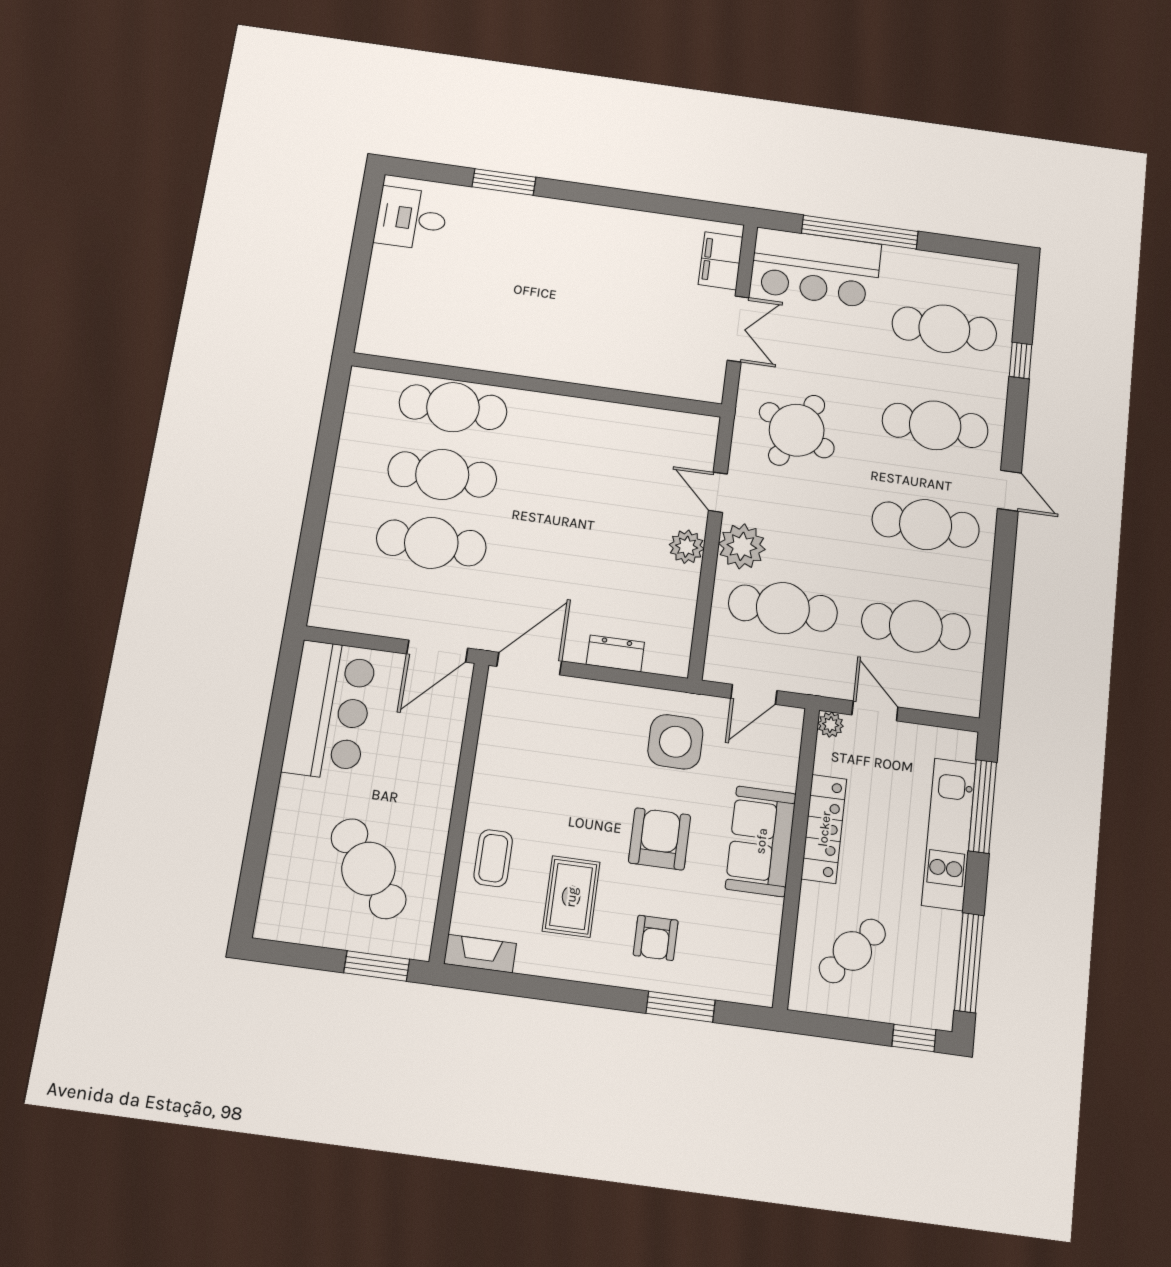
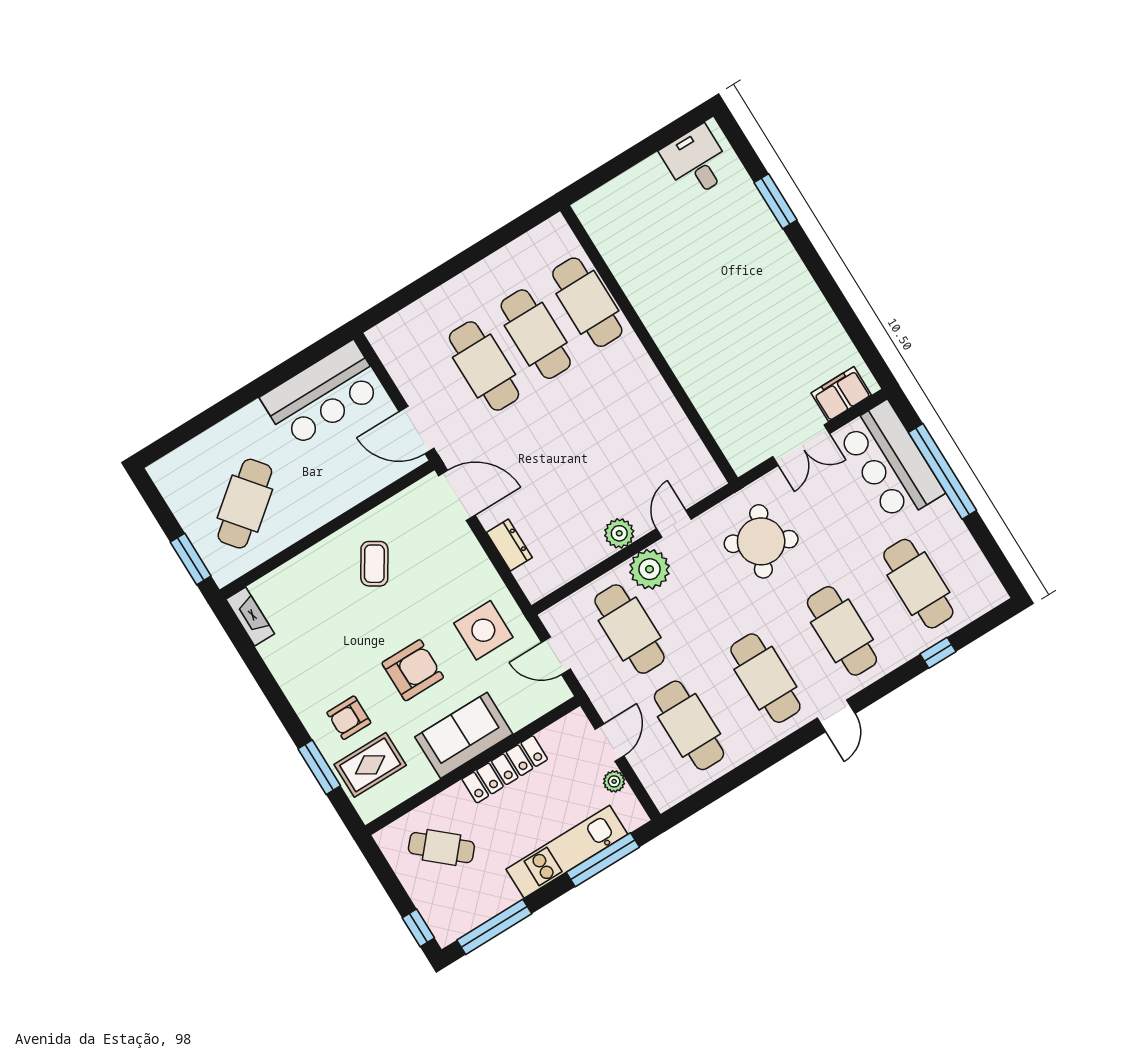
plant: (831, 725) -> (614, 781), moved
coffee table: (493, 858) -> (374, 564), moved, turned -58
rug: (571, 897) -> (370, 765), moved

